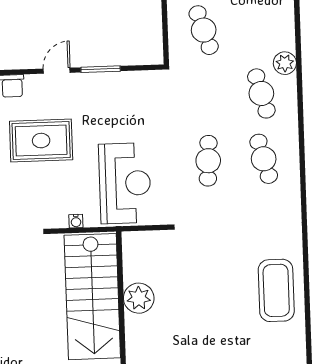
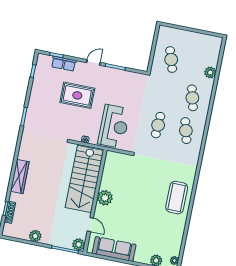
plant: (285, 63) -> (210, 73), moved
plant: (139, 298) -> (105, 198), moved

